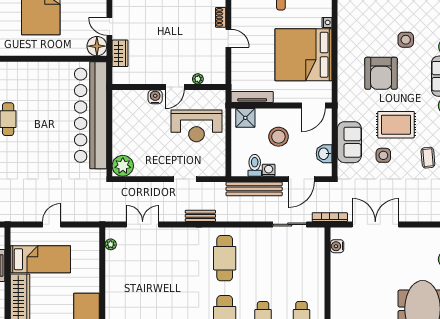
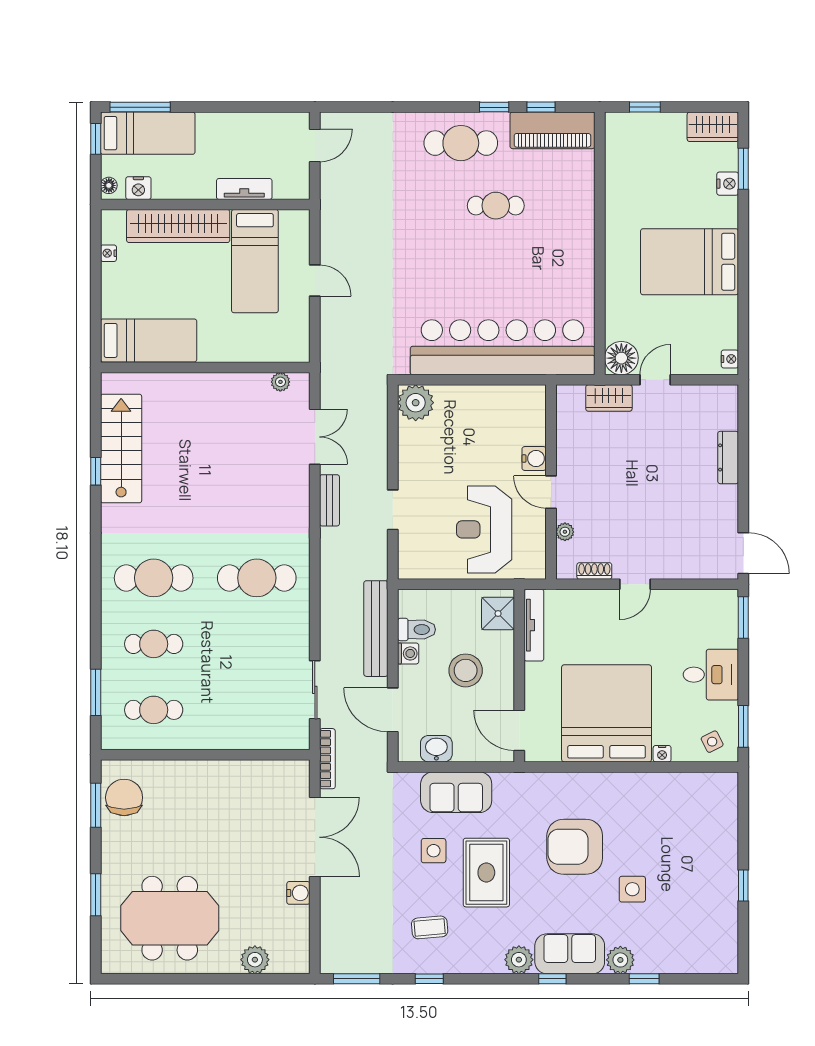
shoe rack: (221, 17) -> (594, 571), moved
bench: (200, 216) -> (329, 500), moved
water cooler: (337, 246) -> (298, 893), moved, turned 90

